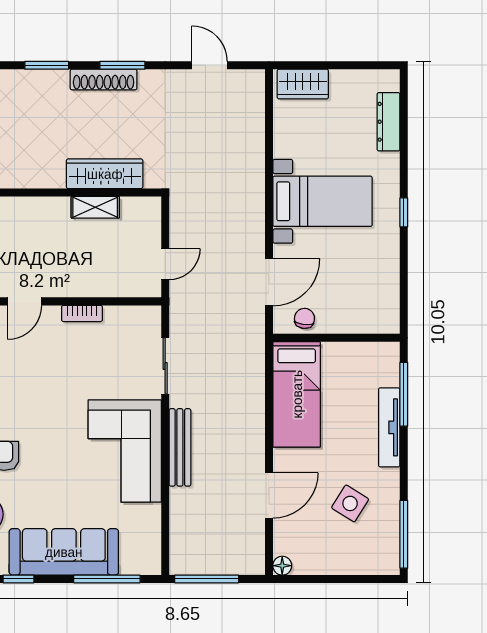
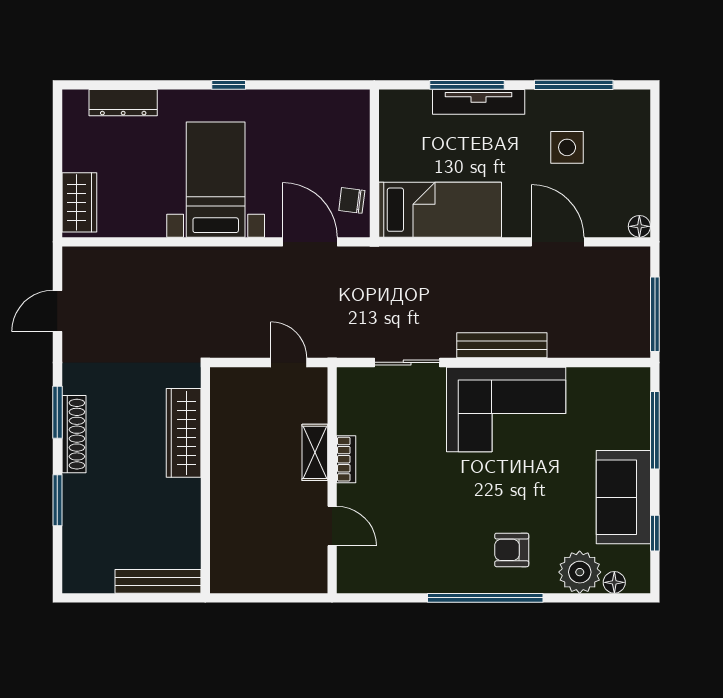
shelving: (95, 207) -> (315, 452), moved
window: (404, 394) -> (467, 85), moved
side table: (350, 503) -> (567, 147), turned -32
window: (404, 534) -> (574, 85), moved
sofa: (64, 552) -> (623, 497), width x0.73

